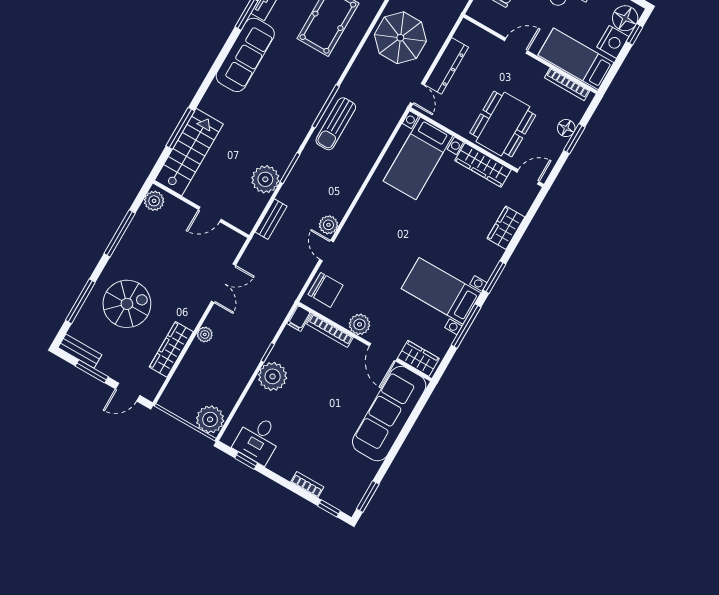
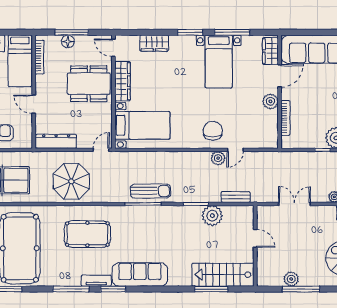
dresser: (447, 66) -> (56, 141), moved
window: (574, 139) -> (72, 32), width x1.44
plant: (154, 201) -> (291, 279), moved
chair: (326, 290) -> (213, 131), moved
filing cabinet: (299, 318) -> (289, 143), removed

